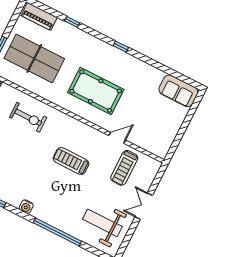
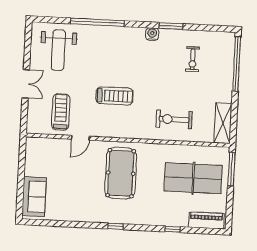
pool table: (96, 91) -> (121, 173), turned 90
sofa: (178, 91) -> (34, 197), moved, turned 90
water cooler: (26, 207) -> (152, 34), moved
weight bench: (102, 223) -> (58, 50), turned 90

